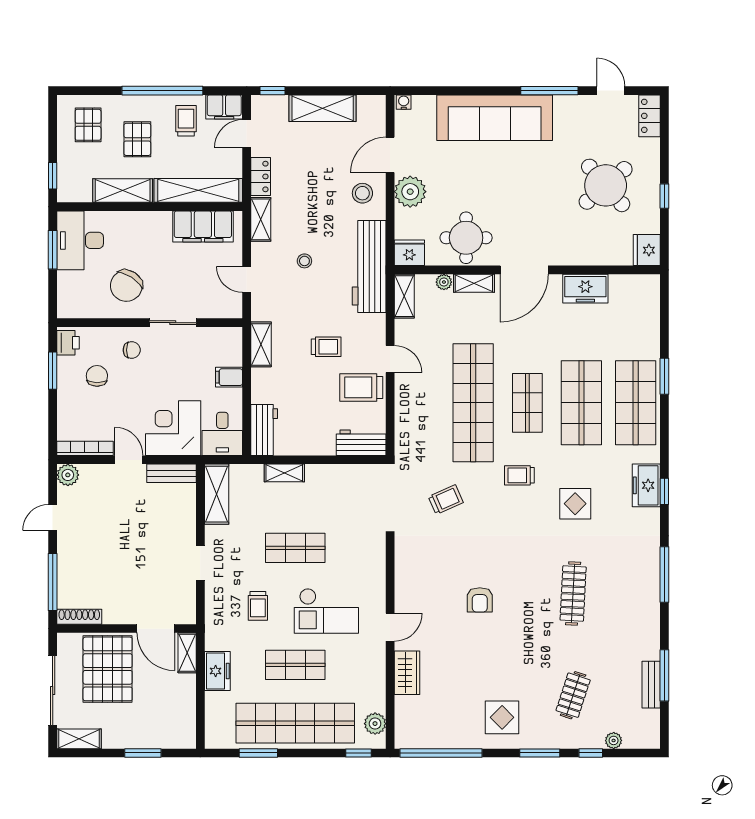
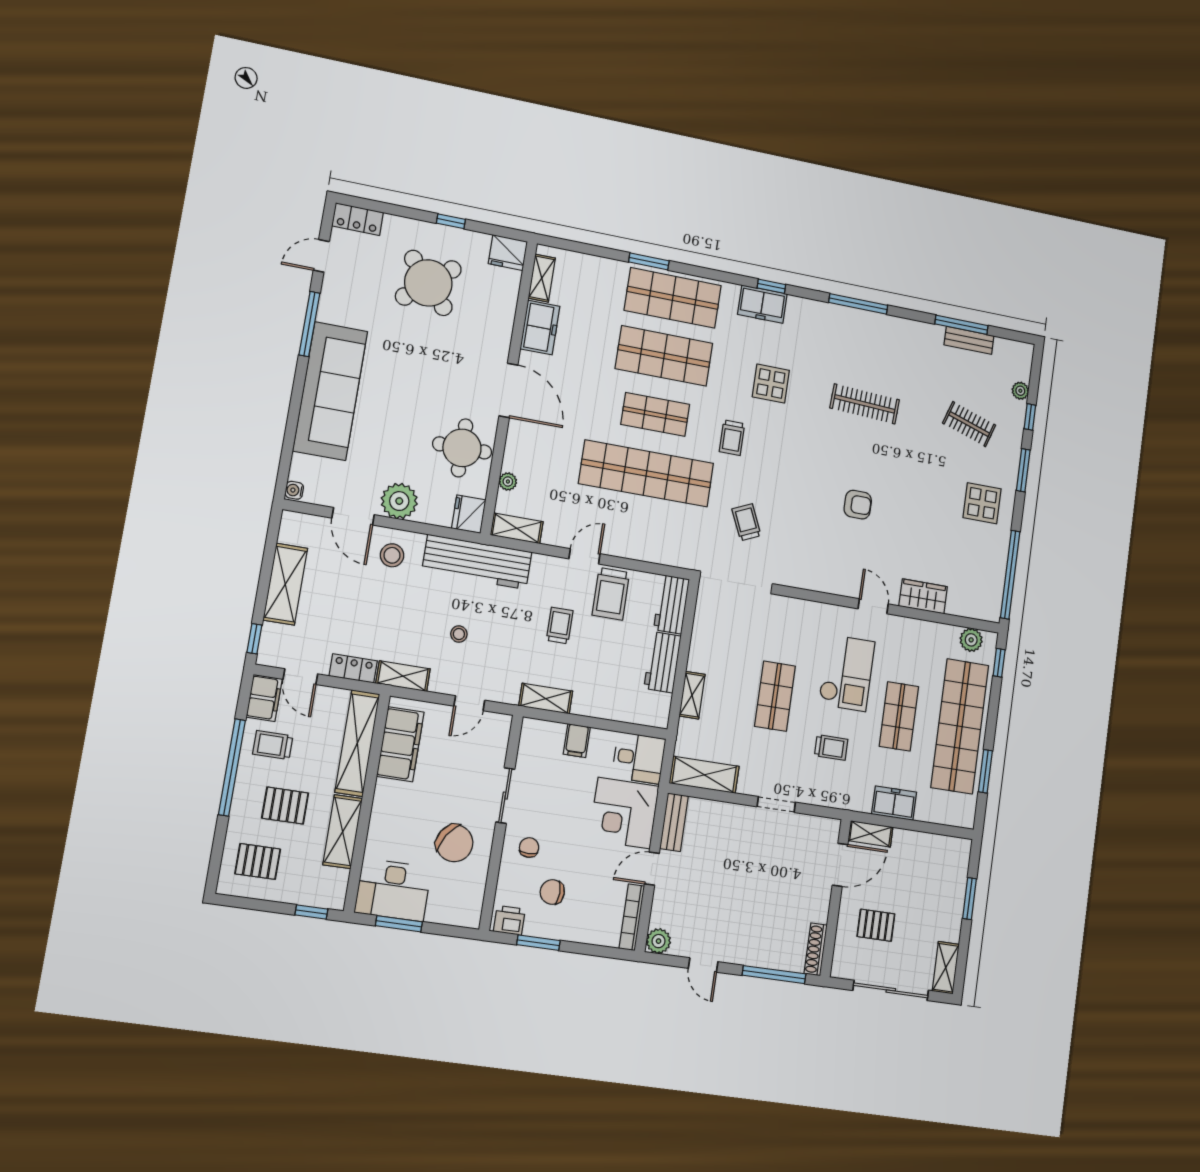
shelving: (474, 283) -> (542, 278), moved
workbench: (264, 430) -> (663, 662), moved, turned -90
pallet: (108, 669) -> (876, 925), width x0.49, depth x0.50

